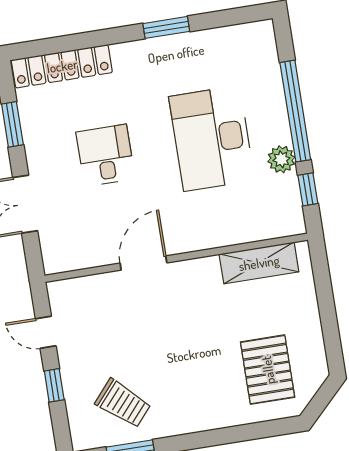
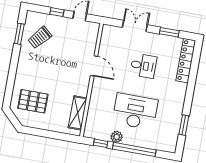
window: (166, 27) -> (184, 125), moved

